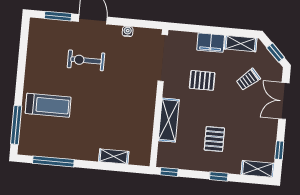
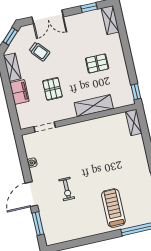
doorway: (163, 58) -> (45, 127), width x0.53
exercise bike: (86, 60) -> (67, 189), width x0.73, depth x0.72
shelving: (114, 157) -> (134, 122), moved
window: (219, 176) -> (127, 50), removed

